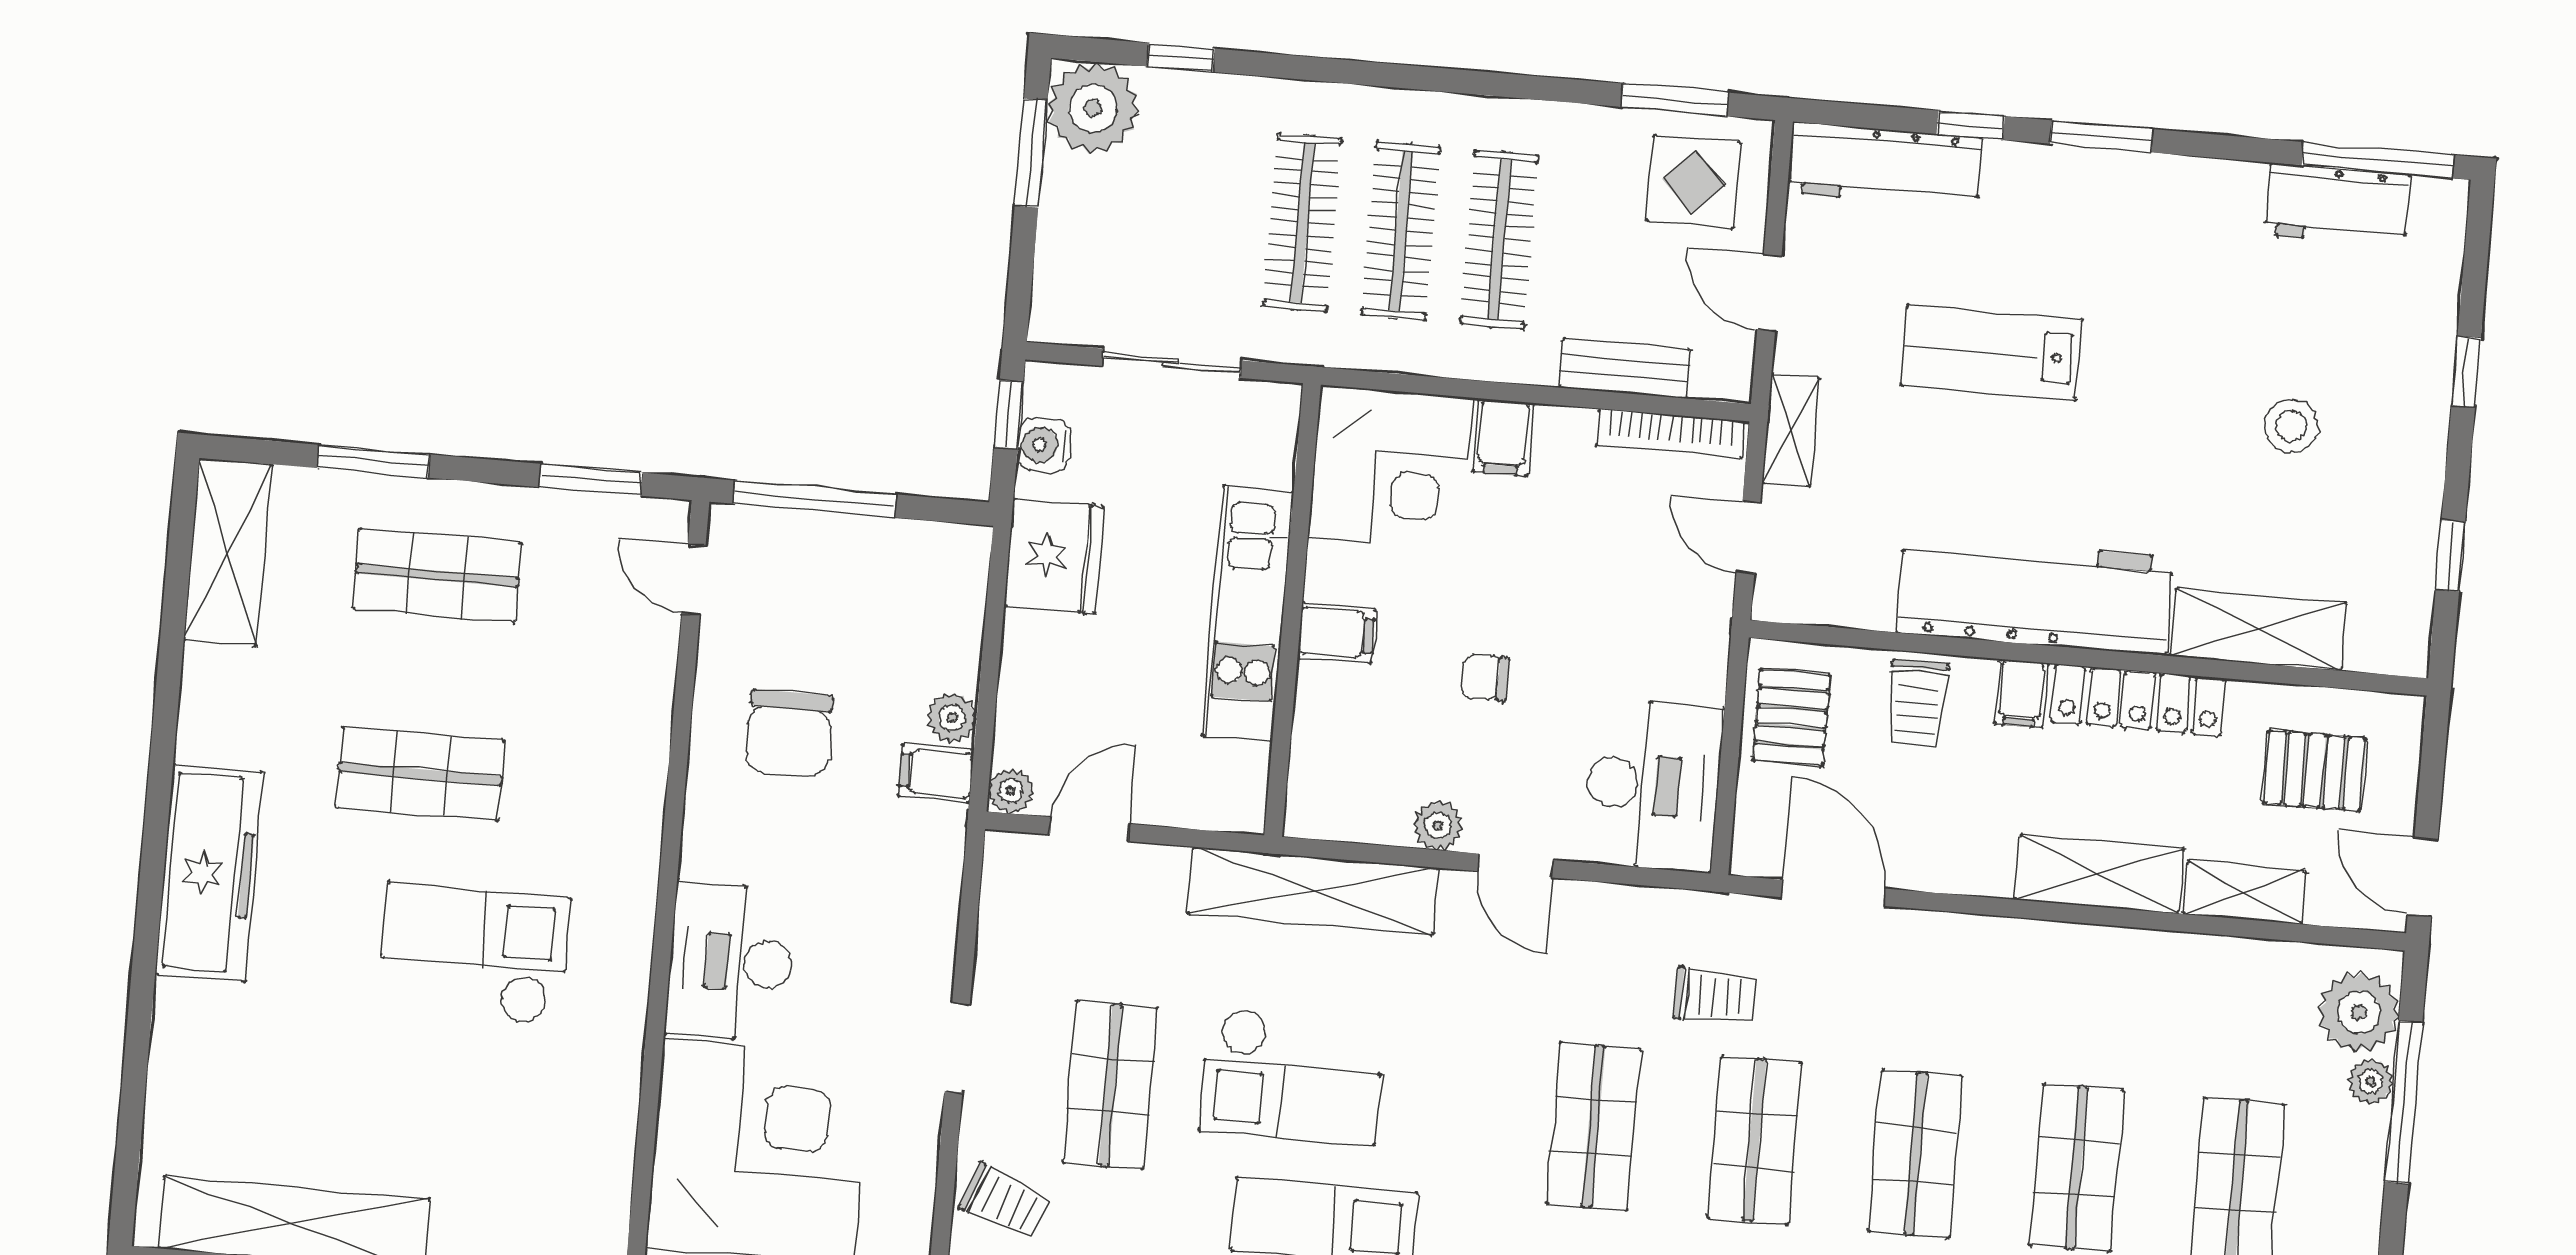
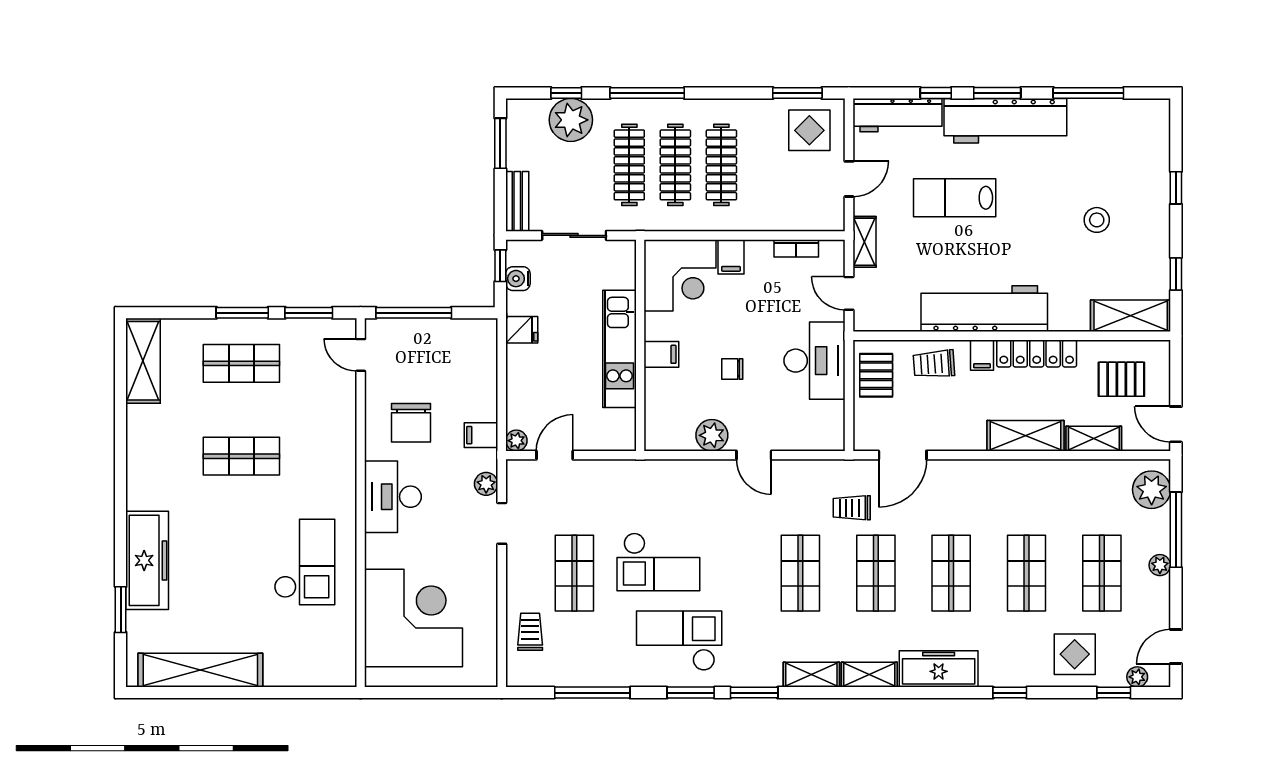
window: (1354, 72) -> (647, 93), added
plant: (1093, 108) -> (571, 120), moved
window: (2378, 160) -> (1088, 93), moved
workbench: (2337, 205) -> (1005, 121), moved, width x1.88, depth x1.32
door: (1769, 293) -> (849, 179), swing flipped
bench: (1624, 369) -> (517, 201), moved, turned 90
bookcase: (1670, 434) -> (796, 248), width x0.64
window: (373, 461) -> (242, 313), moved
fridge: (1054, 556) -> (522, 330), width x0.53, depth x0.75
shelving: (2258, 629) -> (1131, 316), moved
trolley: (1917, 704) -> (934, 364), turned 86
plant: (952, 718) -> (486, 484), moved
desk: (1653, 785) -> (815, 361), moved
plant: (1438, 825) -> (712, 435), width x1.38, depth x1.38
freezer: (209, 873) -> (147, 560), moved
shelving: (1313, 891) -> (661, 475), removed
door: (1833, 893) -> (903, 455), swing flipped
checkout: (474, 954) -> (305, 562), moved, turned 90
desk: (730, 962) -> (393, 497), moved
trolley: (1715, 996) -> (852, 508), turned 180
doorway: (957, 1047) -> (502, 523), moved
window: (134, 1079) -> (121, 610), added
plant: (2371, 1082) -> (1160, 565), moved
trolley: (1005, 1202) -> (530, 632), turned -111

